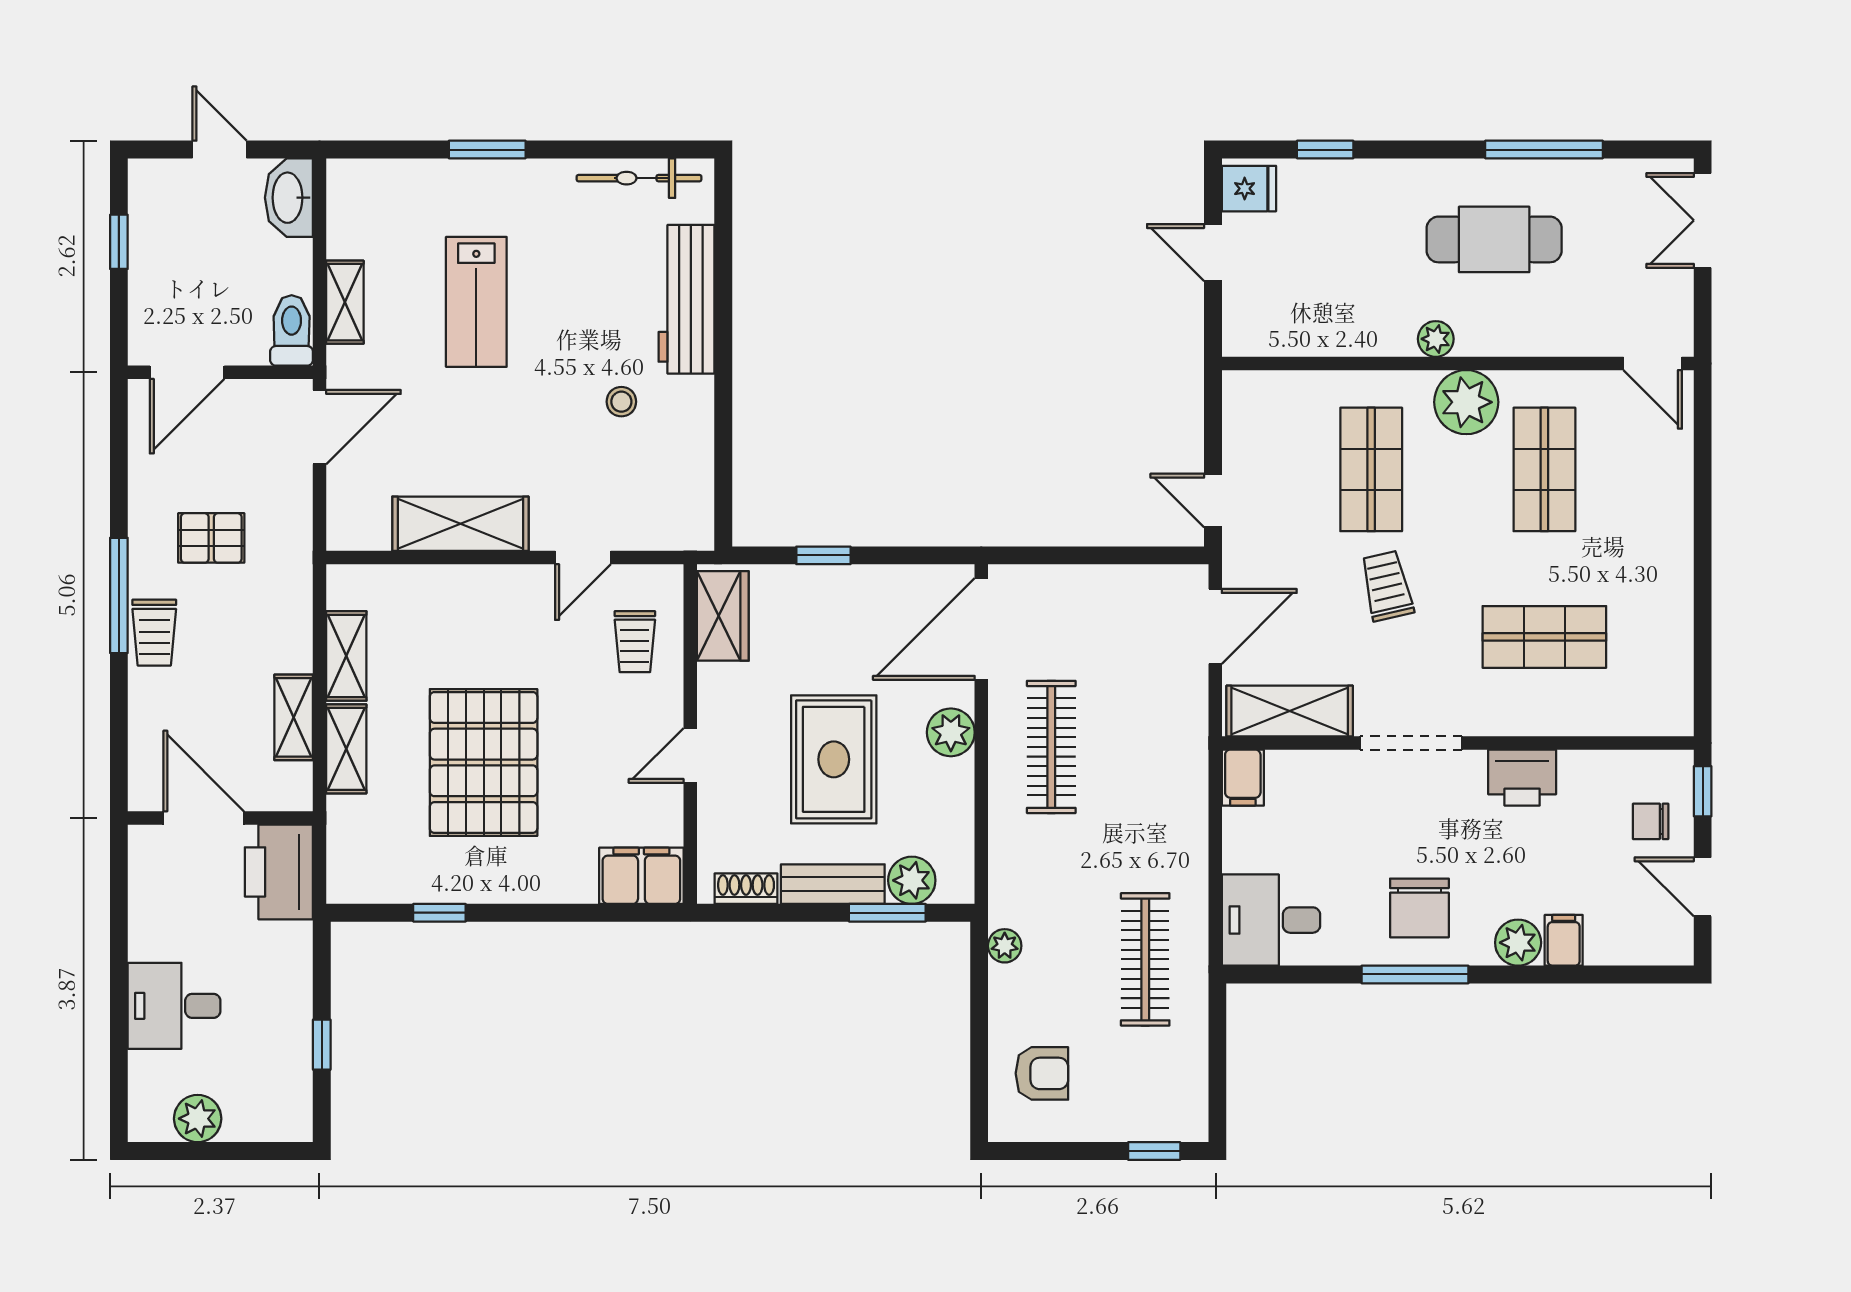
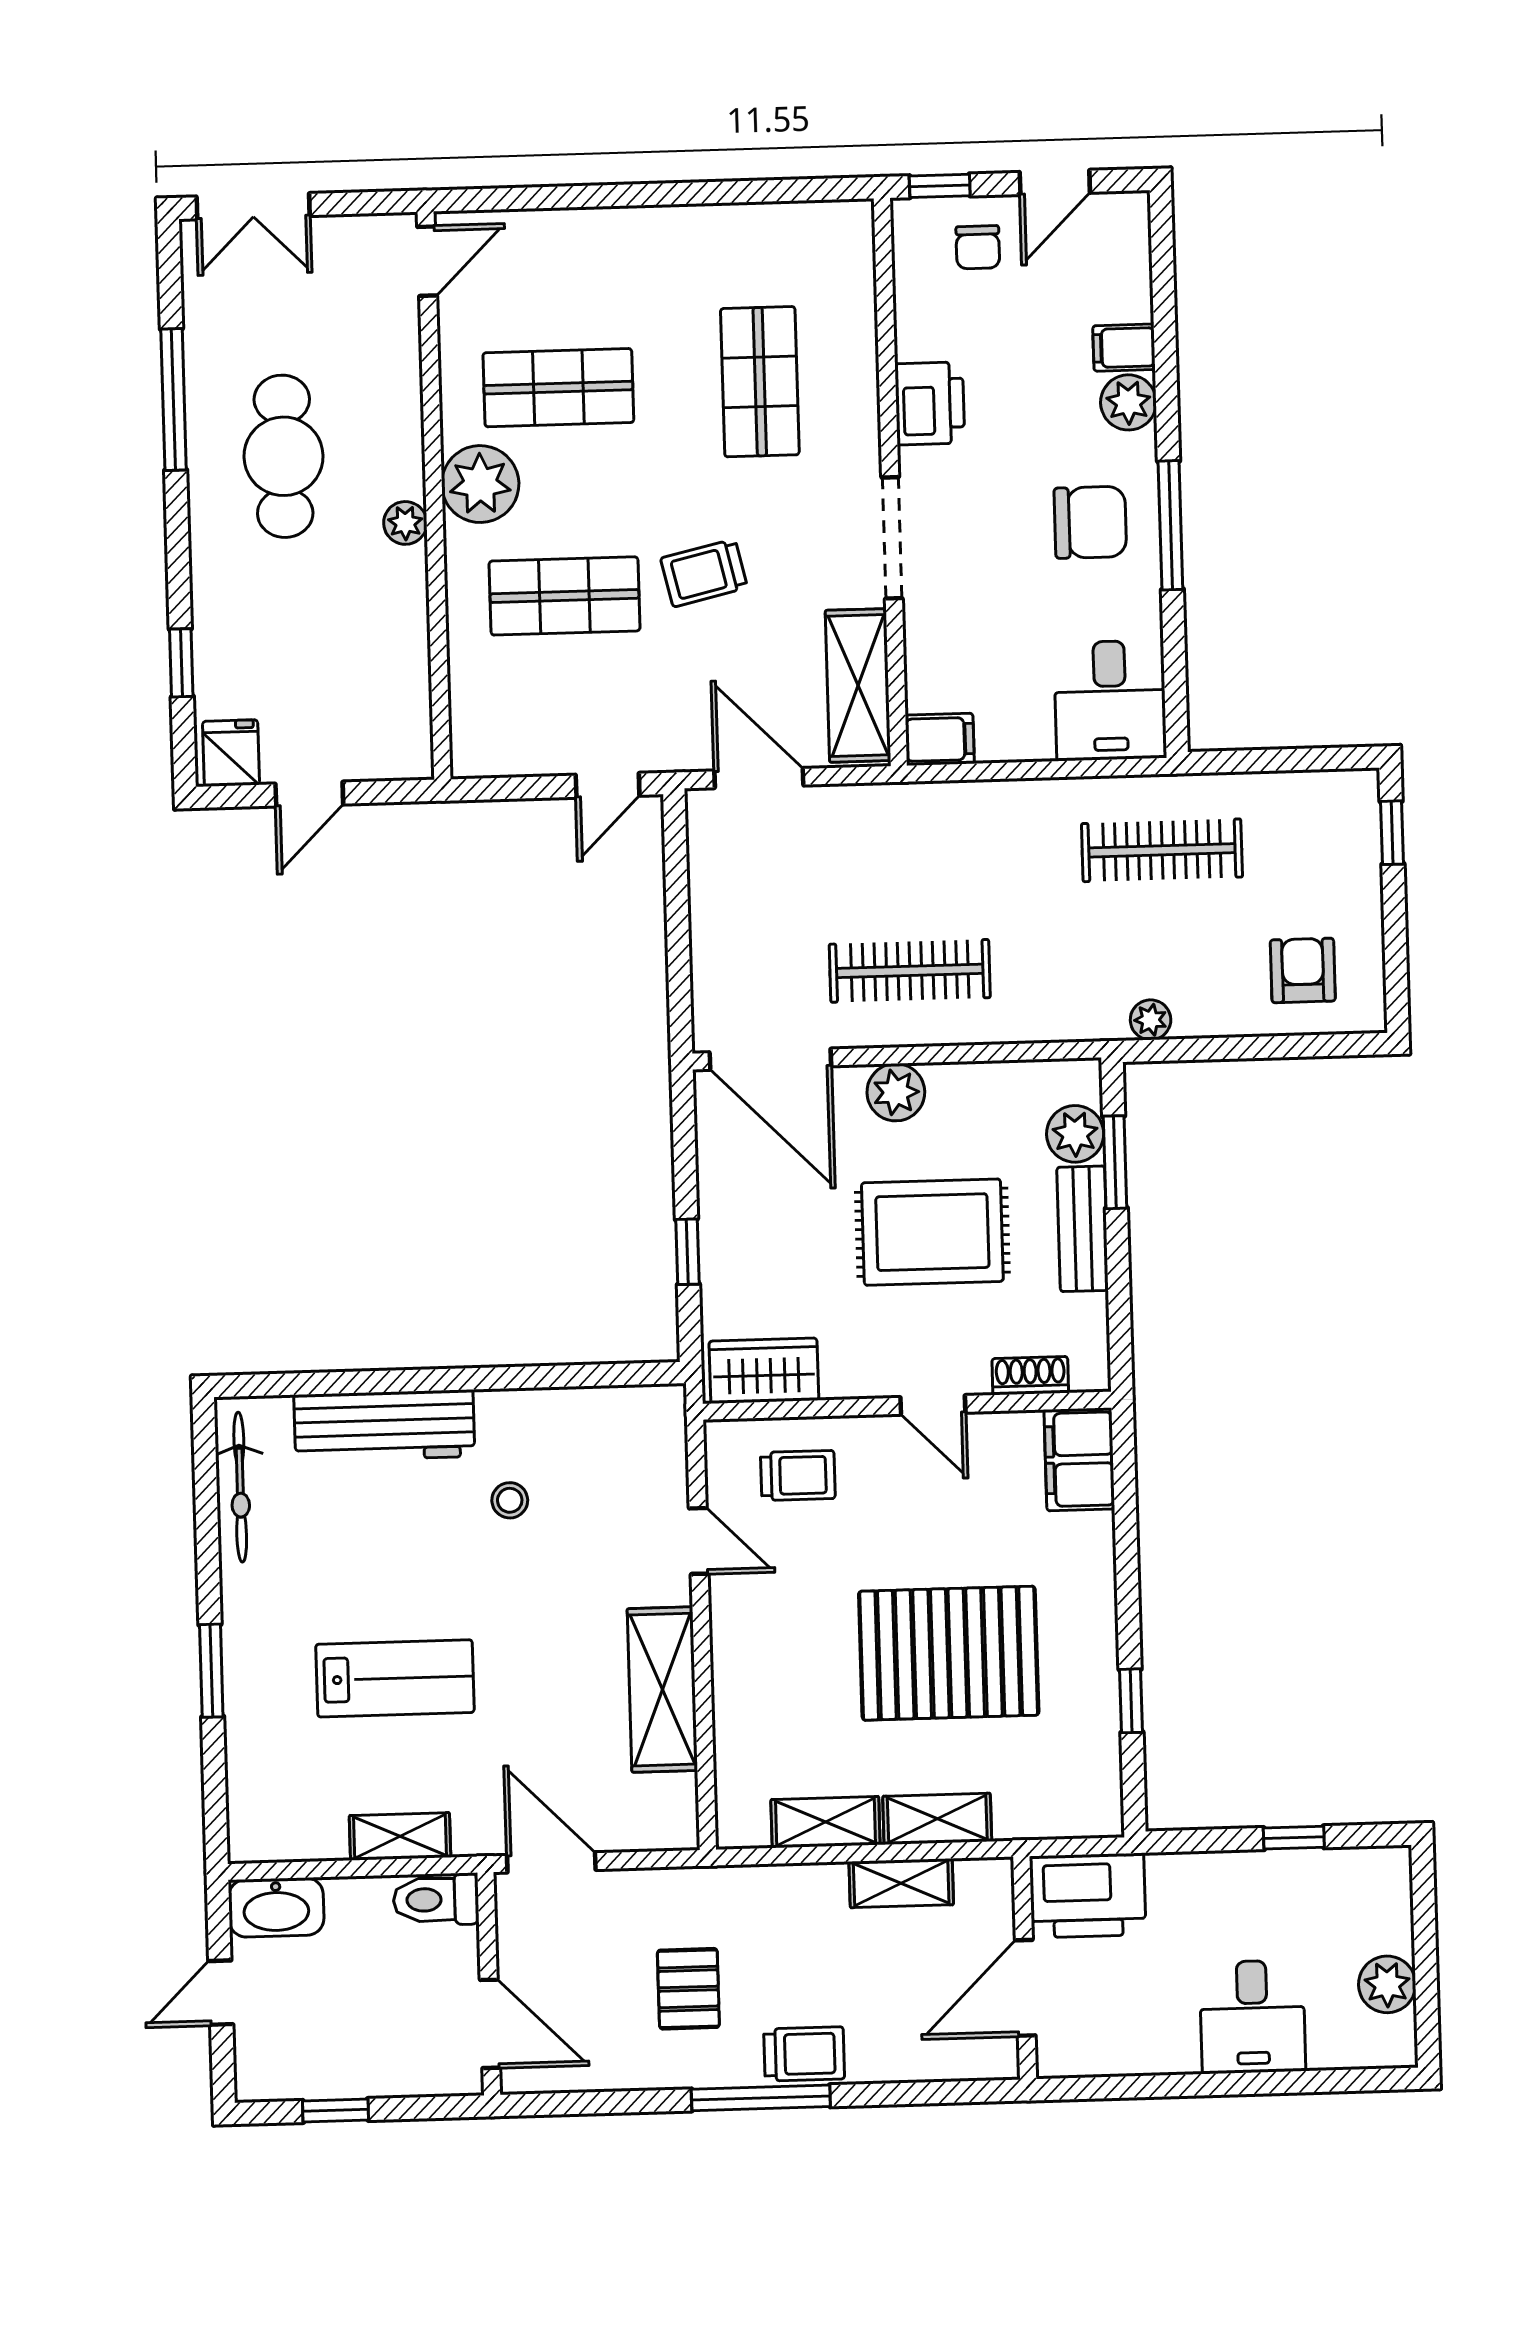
shoe rack: (746, 889) -> (1030, 1376), moved, turned 90

